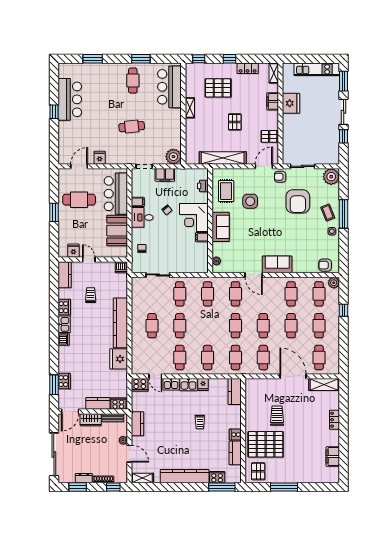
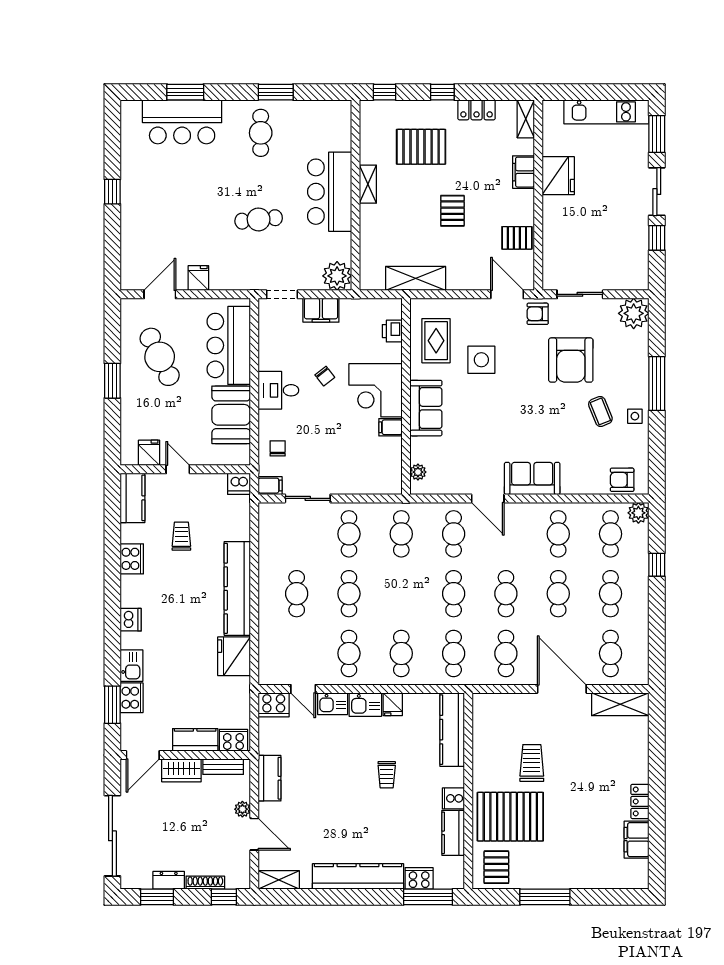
bar counter: (169, 87) -> (330, 192), moved
bar counter: (70, 99) -> (182, 122), moved, turned 90
shelving: (223, 158) -> (416, 278), width x0.68
door: (264, 166) -> (507, 294), hinge flipped
cafe table: (79, 200) -> (160, 357), turned 64
filing cabinet: (138, 202) -> (270, 486), moved
coffee table: (328, 213) -> (600, 411), moved
kitchen sink: (64, 324) -> (132, 666), moved
kitchen counter: (235, 391) -> (452, 730), width x1.50
locker: (335, 420) -> (640, 801), moved

